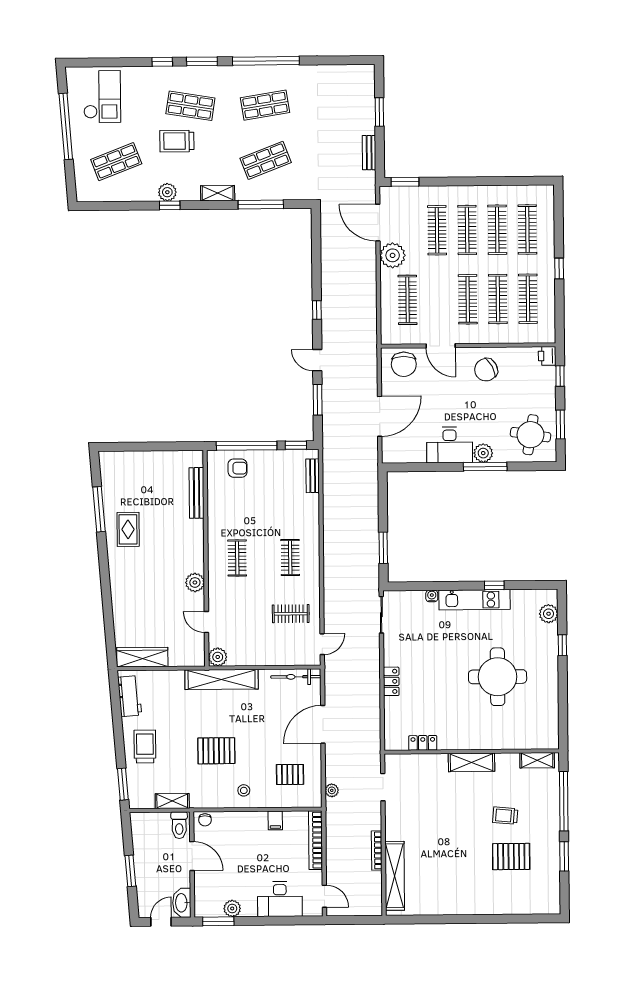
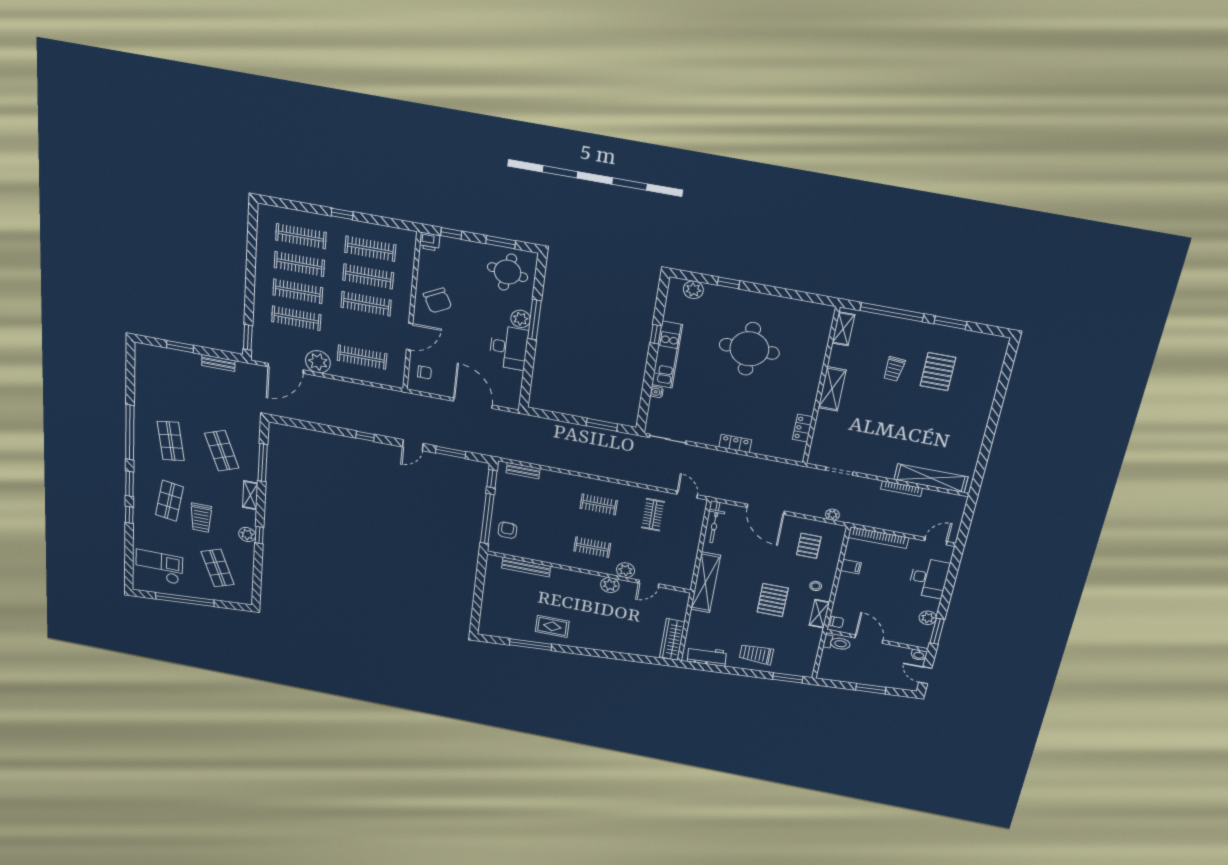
chair: (404, 364) -> (424, 372), width x0.54, depth x0.54
plant: (218, 657) -> (626, 570), moved
shelving: (172, 801) -> (819, 614), moved
door: (192, 856) -> (869, 639), hinge flipped
washbasin: (182, 903) -> (919, 655), width x0.52, depth x0.69

